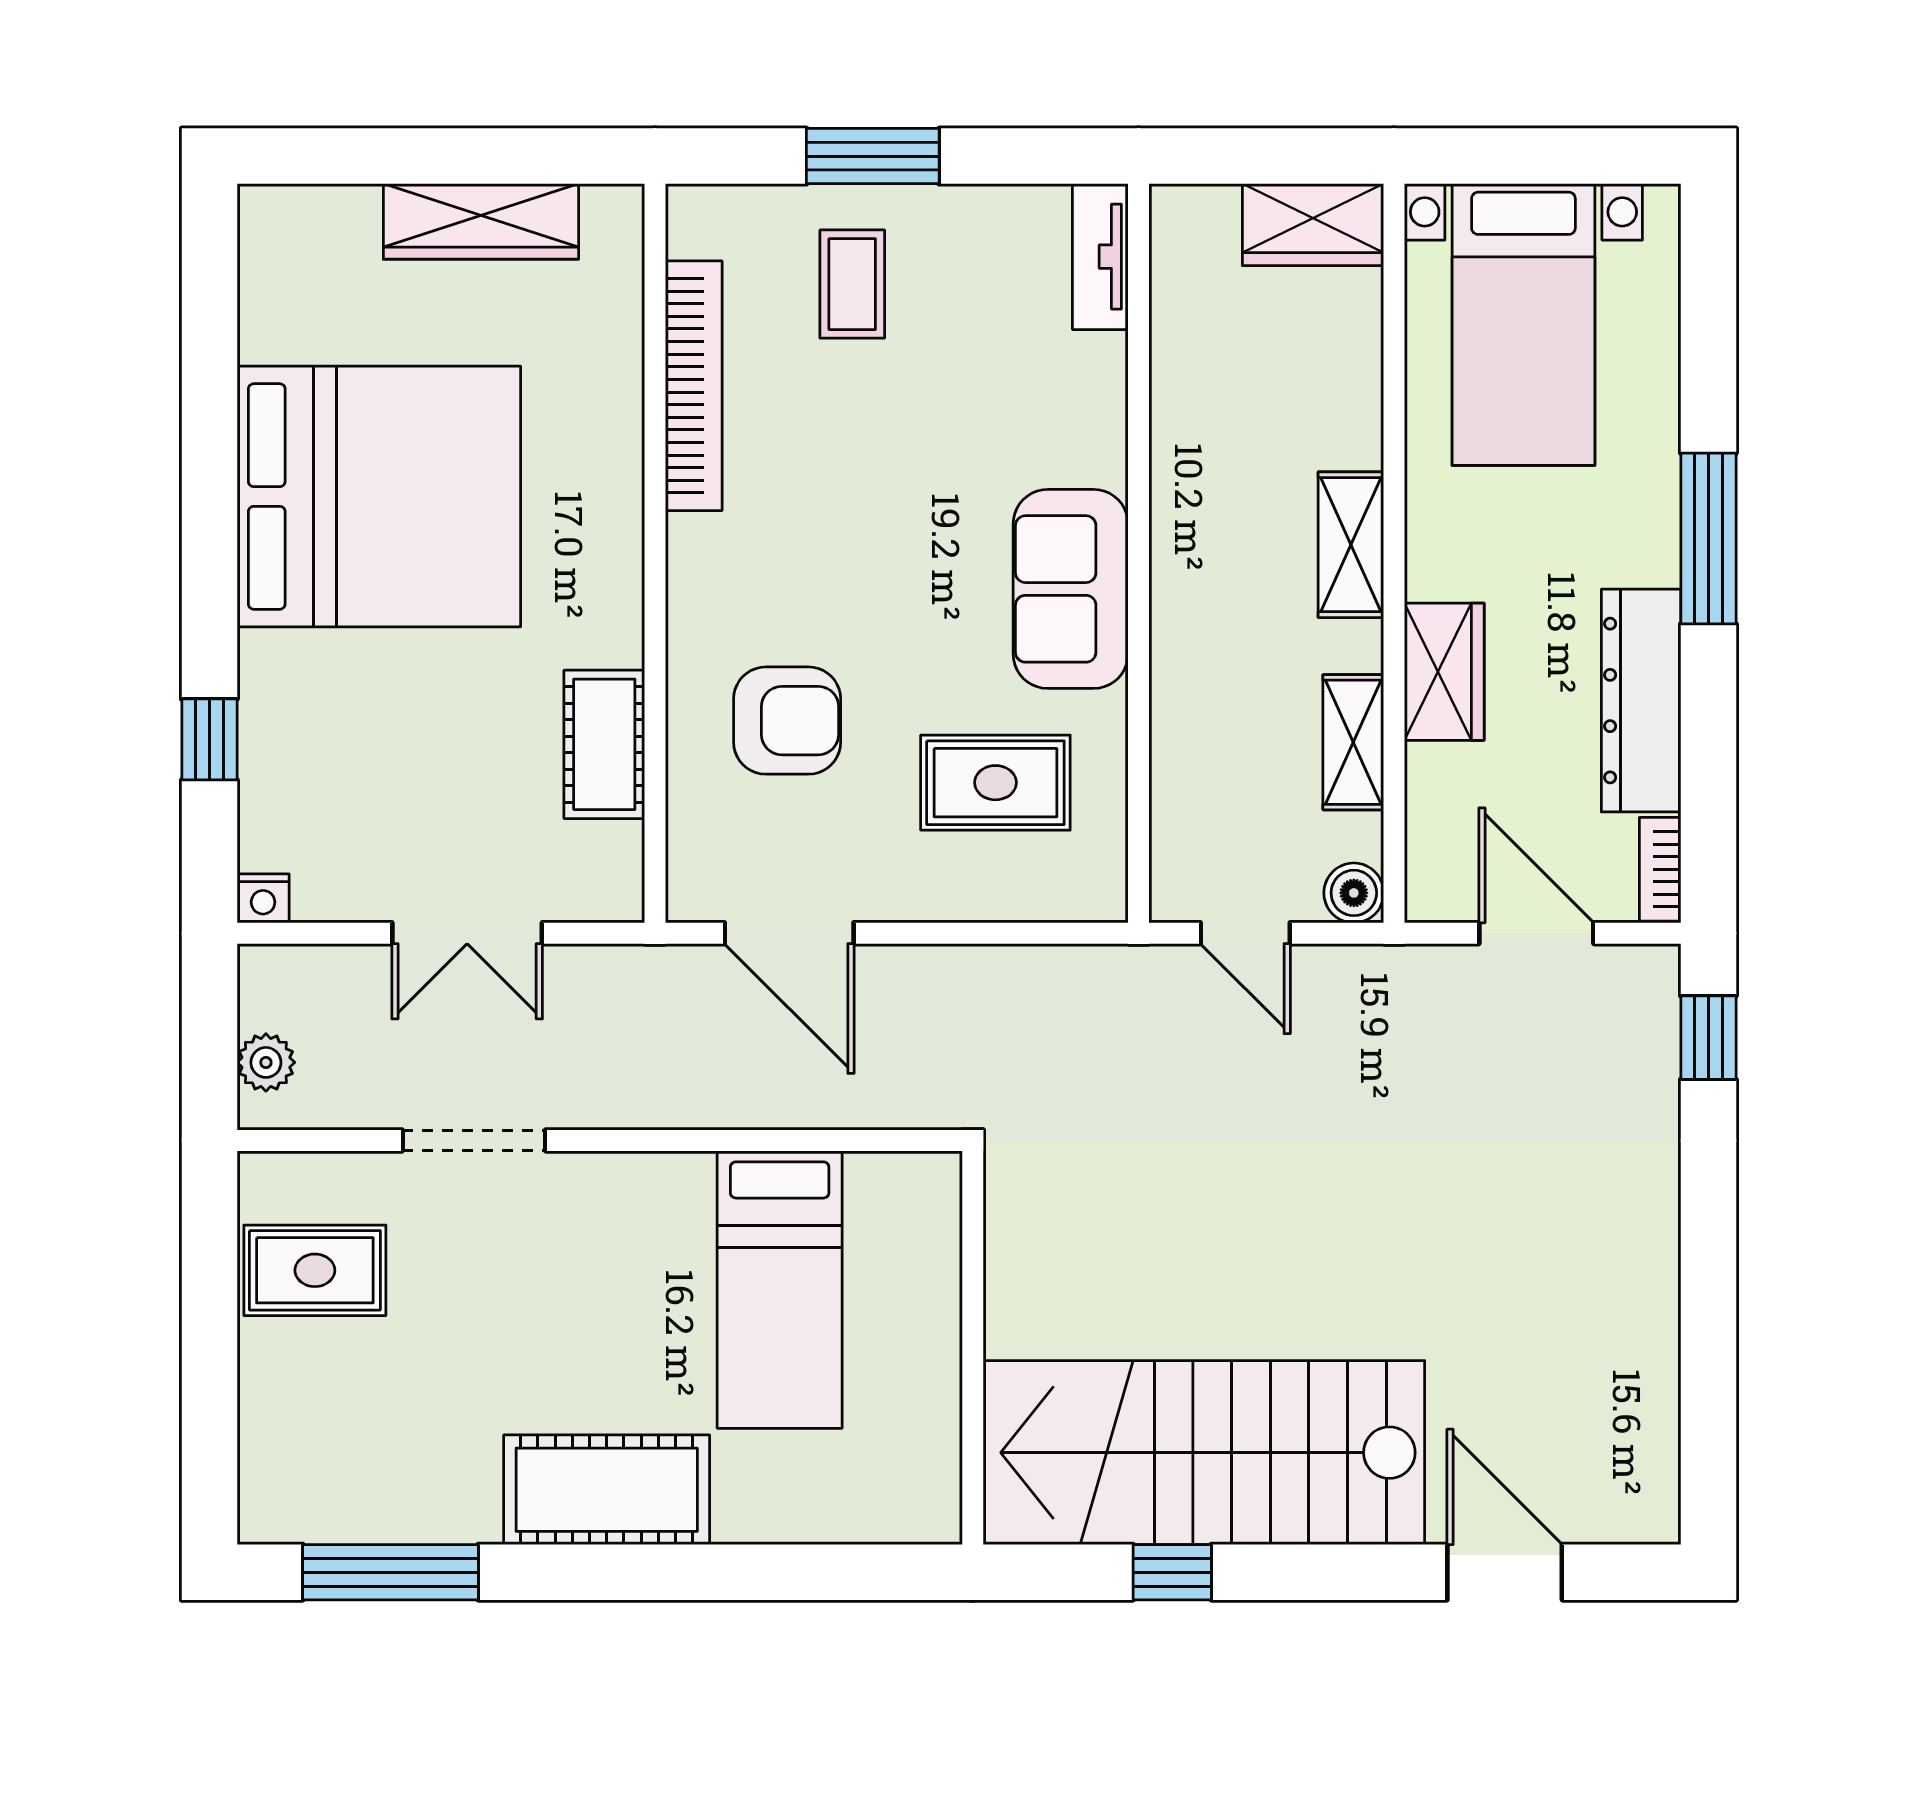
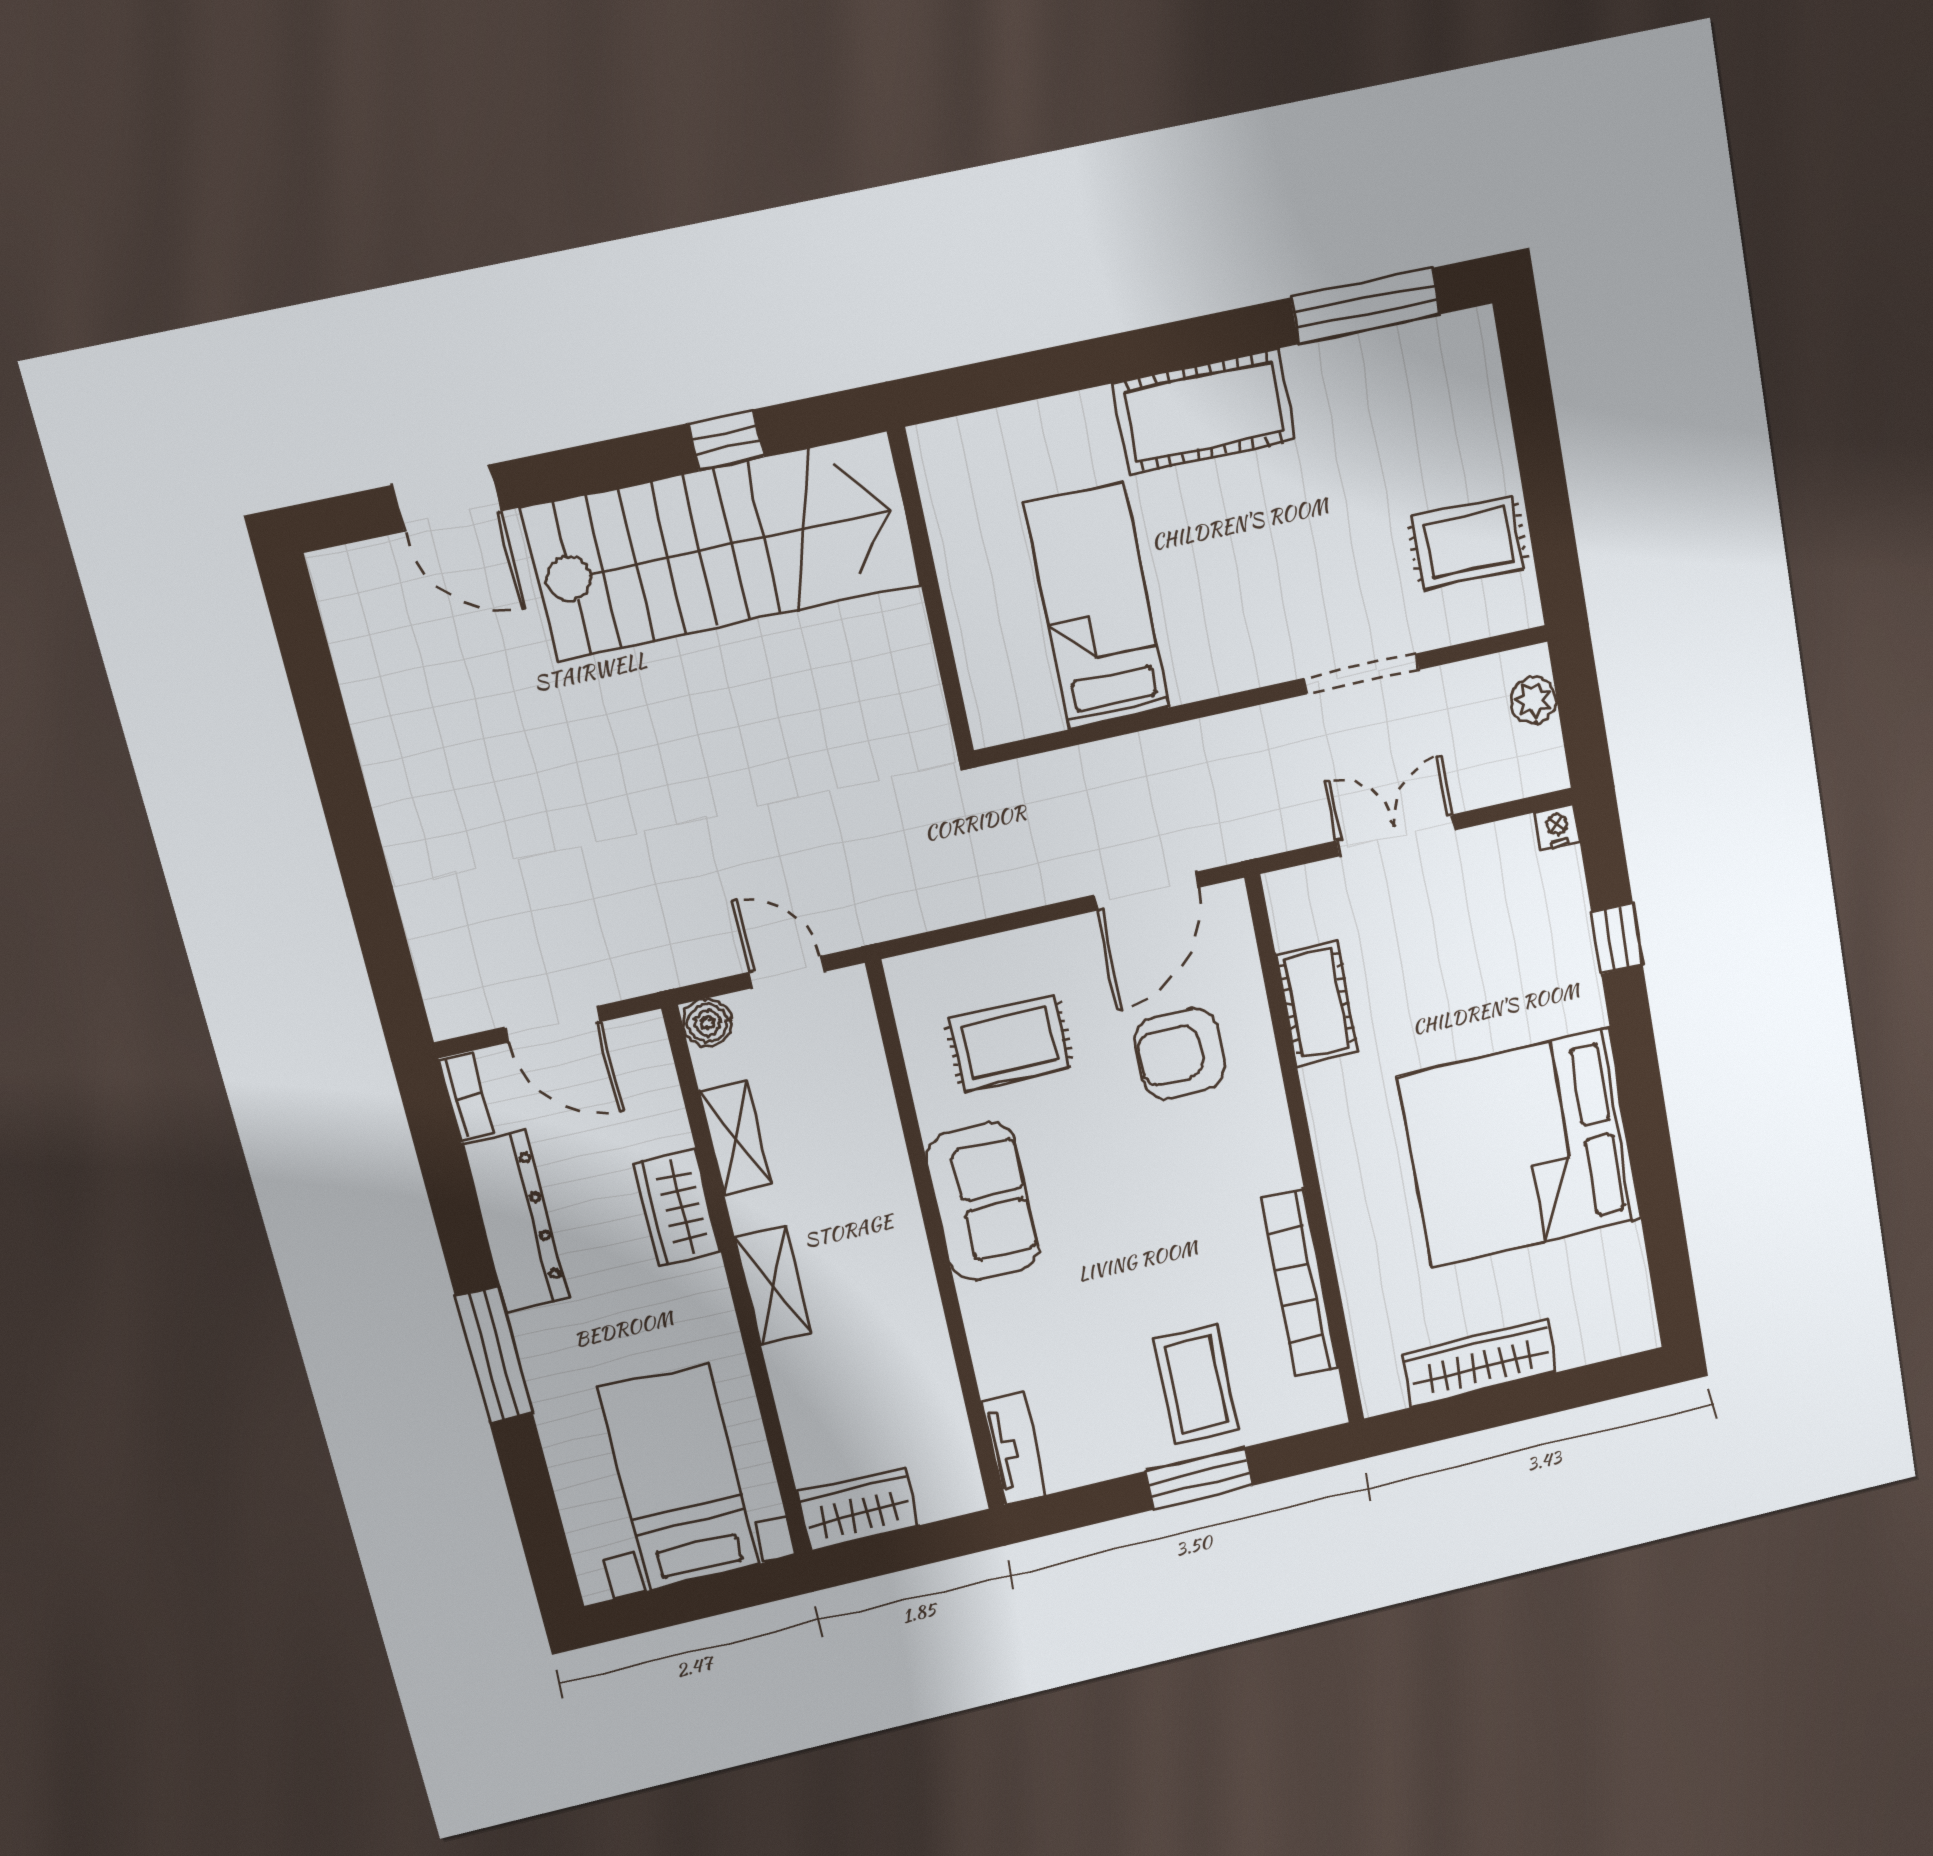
coffee table: (852, 284) -> (1196, 1384), width x1.36, depth x1.30
door: (789, 933) -> (1146, 891), swing flipped
window: (1708, 1038) -> (392, 974), removed

